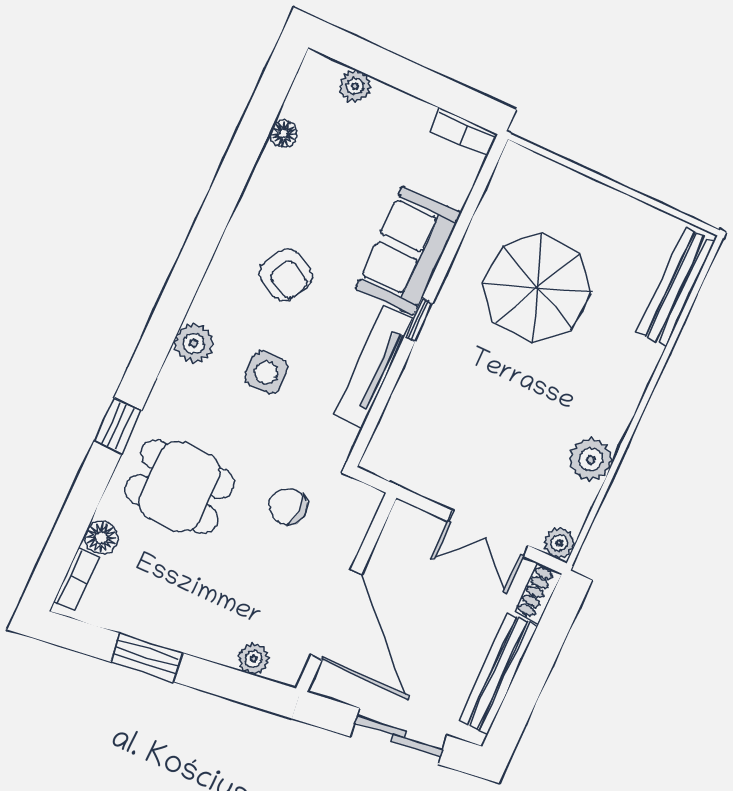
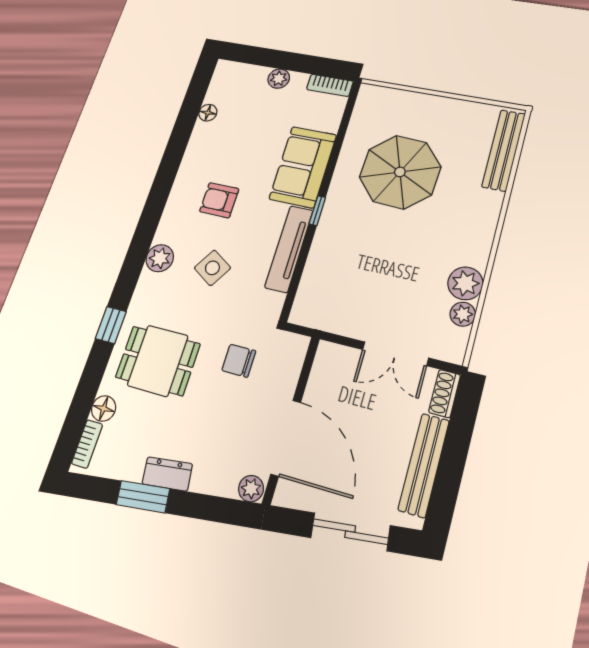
plant: (355, 86) -> (279, 79), moved
armchair: (286, 275) -> (219, 200), turned 151
side table: (266, 372) -> (212, 268), turned 32
plant: (559, 543) -> (463, 314), moved
dresser: (180, 635) -> (167, 474), added
plant: (254, 659) -> (251, 489), moved

